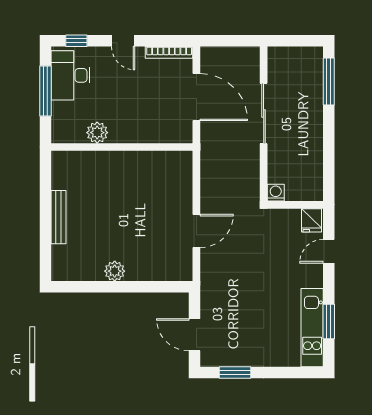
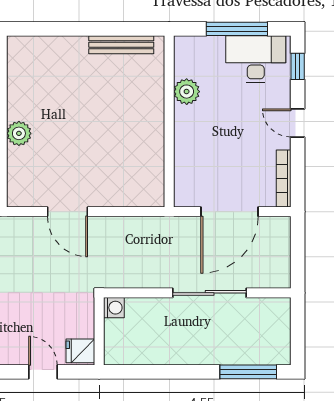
door: (123, 41) -> (298, 123), hinge flipped
bench: (59, 217) -> (121, 45), moved
plant: (115, 271) -> (19, 133), moved

